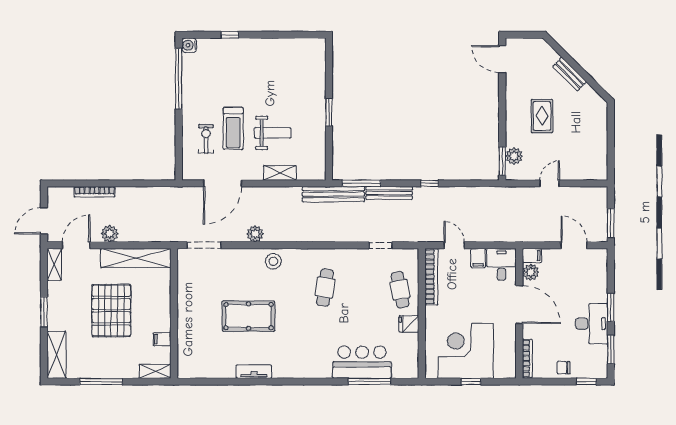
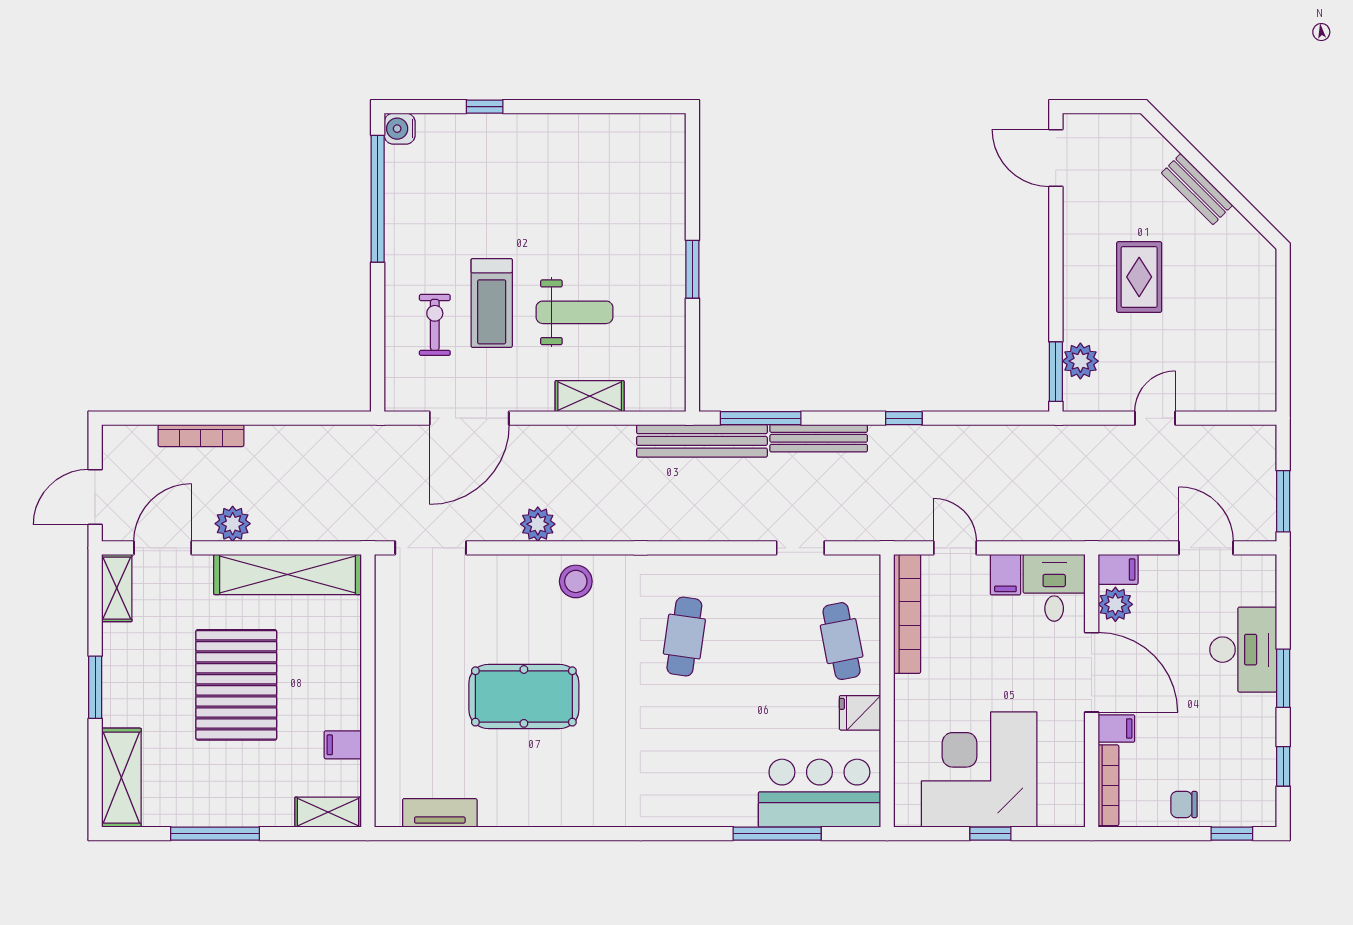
desk: (592, 324) -> (1243, 650), moved
filing cabinet: (531, 331) -> (1116, 729), added
window: (611, 350) -> (1283, 766), width x0.67
bar counter: (362, 362) -> (819, 793), moved
tv unit: (254, 372) -> (440, 813), moved

